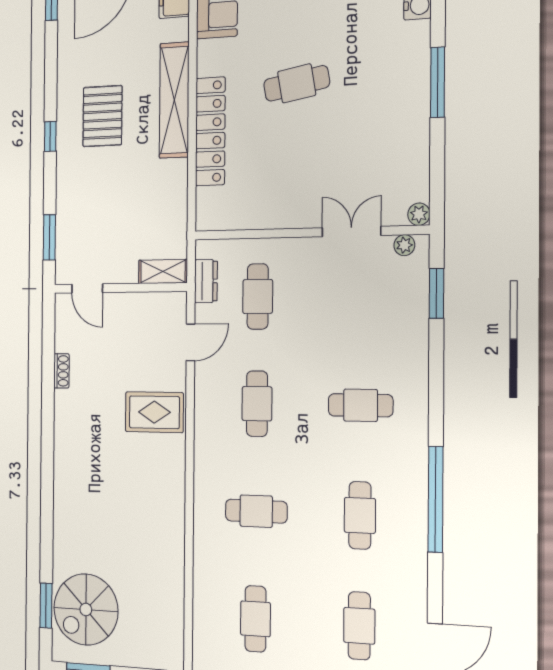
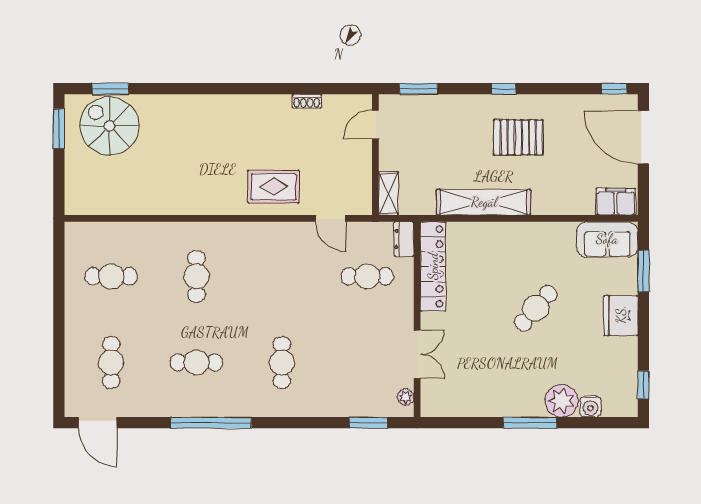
cafe table: (297, 83) -> (536, 308), turned 51
shelving: (174, 100) -> (484, 202), moved
locker: (210, 131) -> (433, 266), moved, turned -90
plant: (419, 214) -> (562, 401), moved, width x1.88, depth x1.88
dresser: (206, 281) -> (404, 239), moved, turned 90
cafe table: (257, 404) -> (282, 276), removed
rug: (154, 412) -> (274, 187), turned 90
cafe table: (359, 626) -> (111, 363), turned 90

